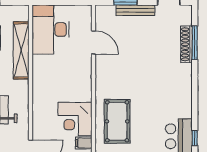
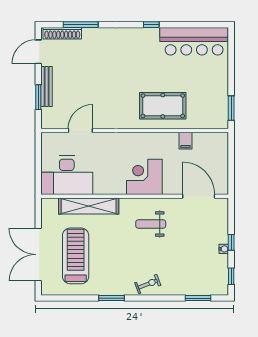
shoe rack: (186, 44) -> (62, 33), moved
corner desk: (75, 119) -> (144, 177), moved, turned 180
window: (195, 138) -> (151, 25), moved

